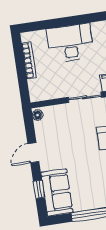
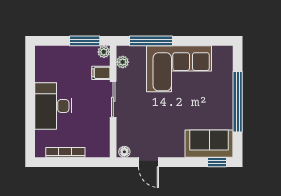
door: (33, 153) -> (148, 162), moved
window: (39, 189) -> (217, 162), moved

